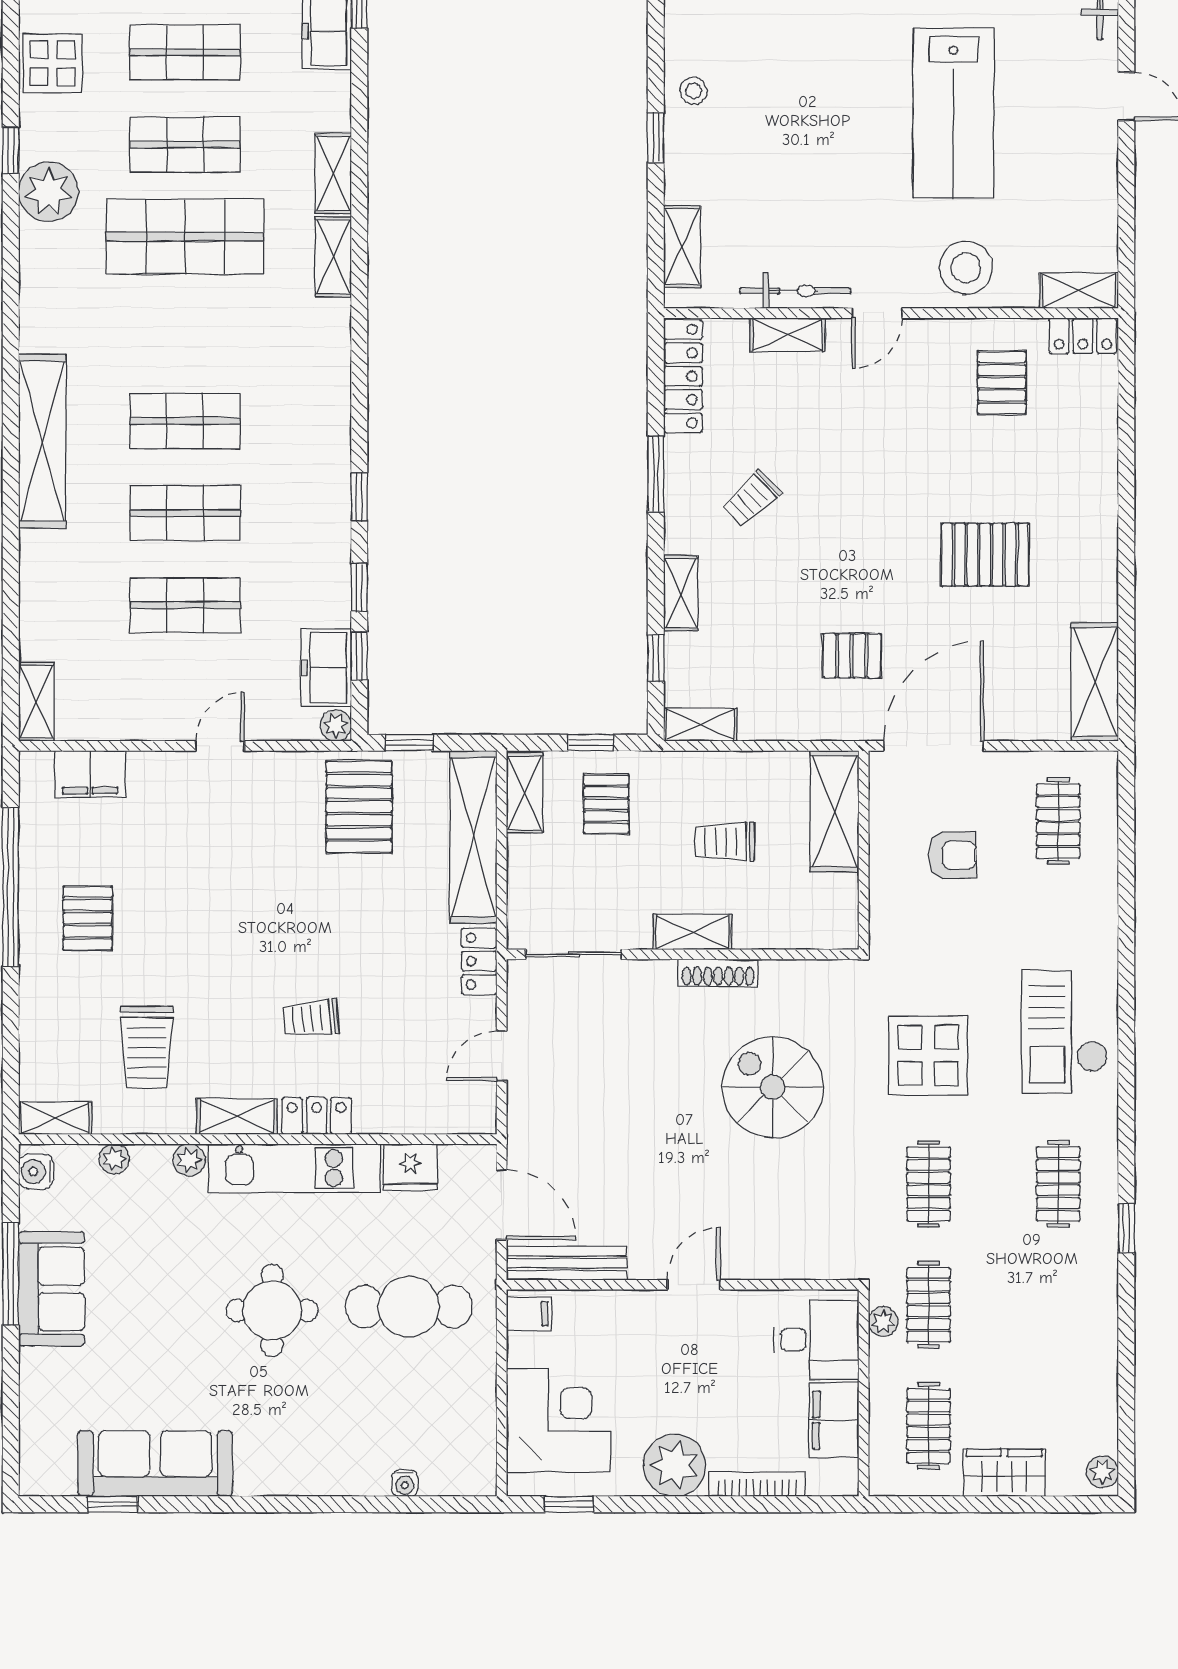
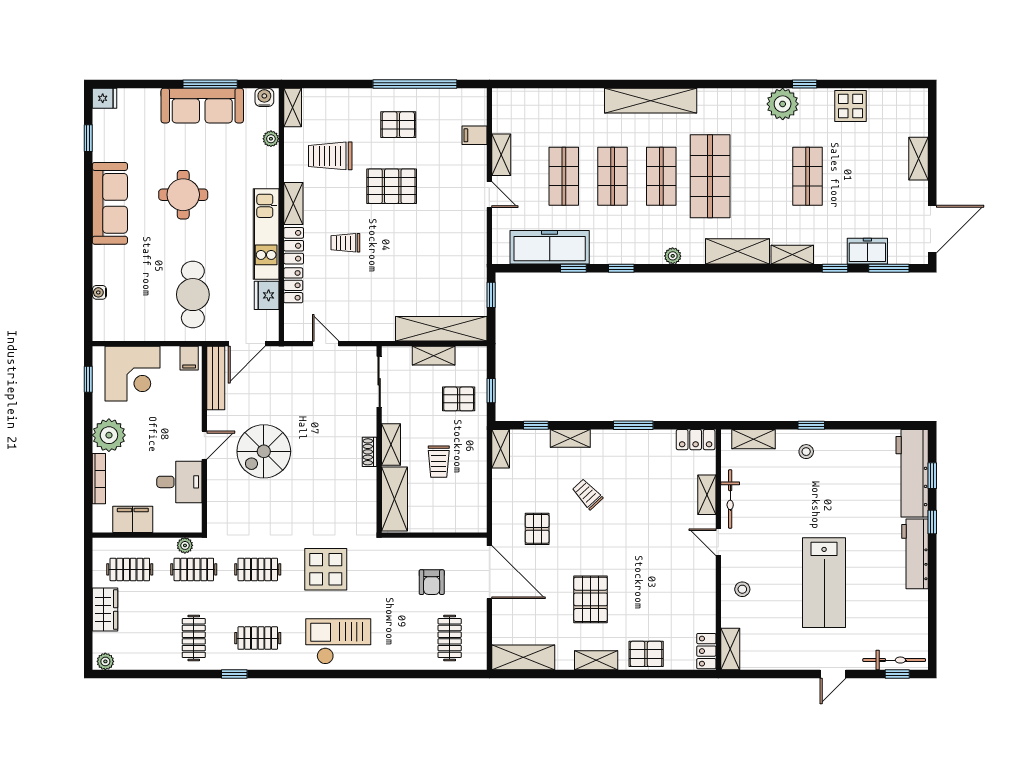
shop shelf: (185, 52) -> (856, 176), removed
stool: (693, 91) -> (806, 452), moved
lab bench: (954, 113) -> (824, 583), turned -90
shop shelf: (185, 237) -> (710, 176), moved
shelving: (333, 257) -> (738, 251), width x1.50, depth x1.33
stool: (966, 268) -> (742, 589), width x0.53, depth x0.53
locker: (683, 376) -> (696, 440), width x0.66
pallet: (1002, 383) -> (646, 654), moved
trolley: (752, 499) -> (587, 494), moved
shelving: (1100, 544) -> (596, 660), added
window: (359, 656) -> (835, 268), moved
freezer: (326, 668) -> (550, 247), width x1.91, depth x1.26
shelving: (36, 702) -> (501, 155), moved, turned 90
plant: (336, 725) -> (673, 256), moved
filing cabinet: (90, 774) -> (475, 135), width x0.50
shelving: (524, 793) -> (434, 356), moved
pallet: (359, 807) -> (392, 186), moved
shelving: (835, 811) -> (395, 499), moved, turned 90
clothes rail: (1058, 821) -> (450, 638), turned 90
trolley: (725, 842) -> (439, 462), turned 180
locker: (479, 961) -> (293, 285), moved, turned 90
shoe rack: (718, 973) -> (370, 452), width x0.70
trolley: (311, 1018) -> (345, 243), turned -85
spiral stairs: (773, 1087) -> (264, 451), moved, turned 180
plant: (189, 1160) -> (270, 178), removed
door: (694, 1285) -> (204, 445), hinge flipped
sofa: (52, 1289) -> (202, 106), width x1.36
clothes rail: (1058, 1305) -> (194, 638), added
round table: (272, 1310) -> (183, 195), moved
desk: (816, 1340) -> (179, 482), moved, turned -90
sofa: (155, 1463) -> (110, 203), moved
fridge: (38, 1474) -> (105, 98), added

